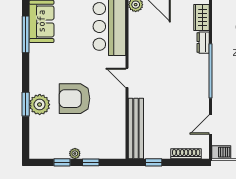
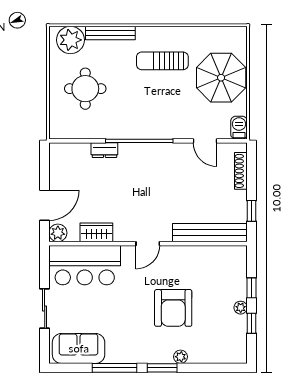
wardrobe: (201, 17) -> (96, 232), moved, turned 180
window: (26, 34) -> (115, 368), moved
window: (26, 104) -> (162, 368), moved
plant: (40, 105) -> (181, 357), width x0.53, depth x0.53

